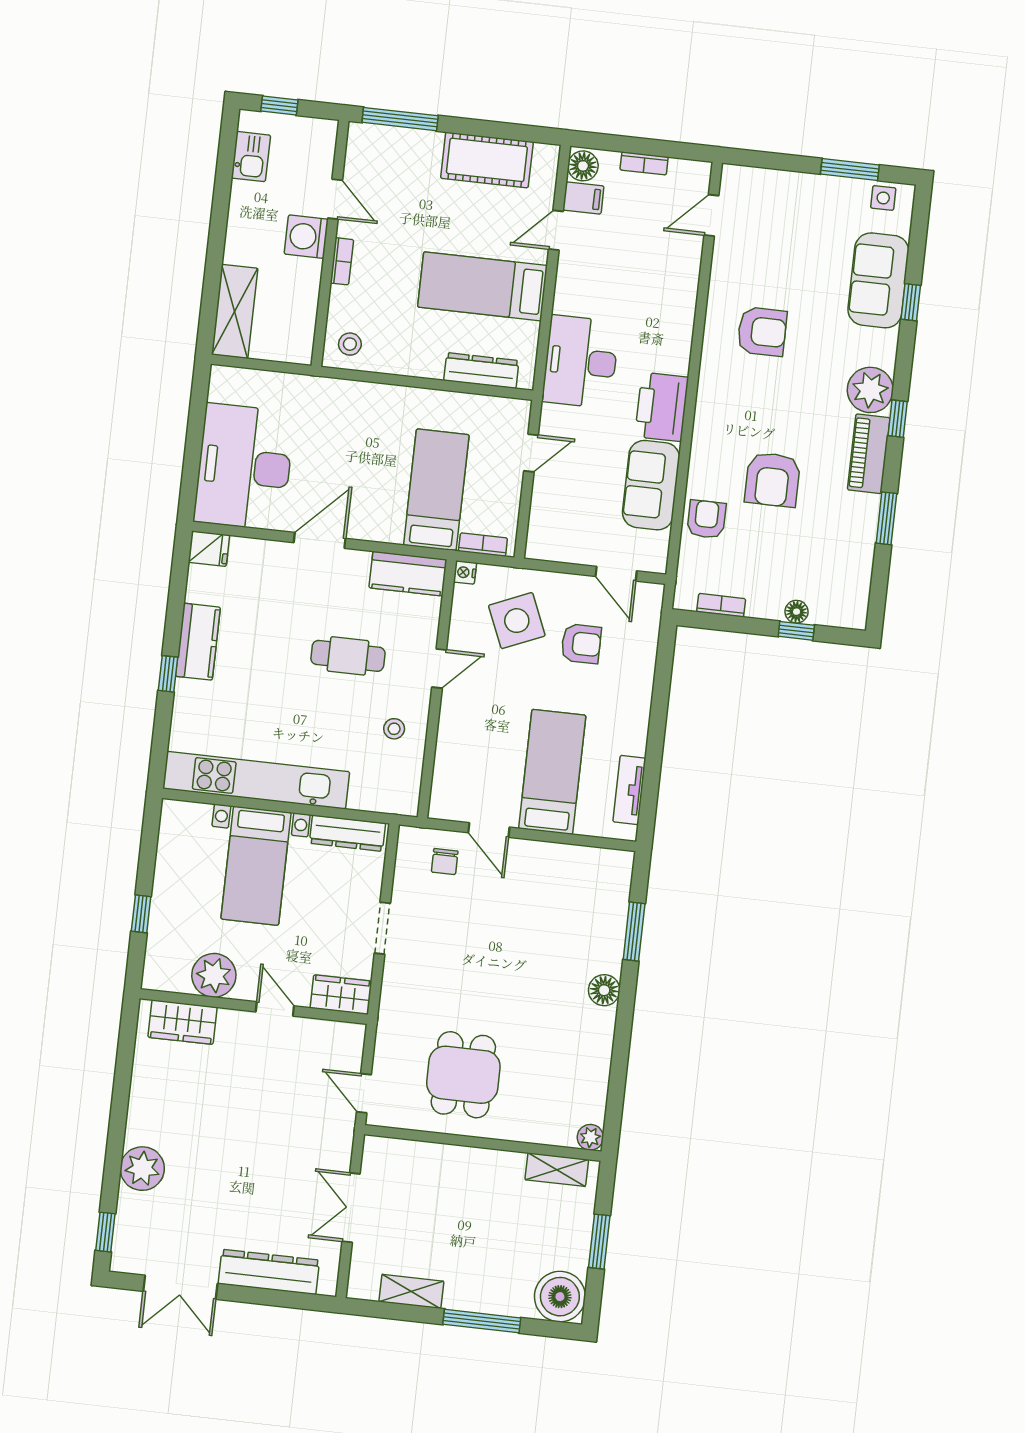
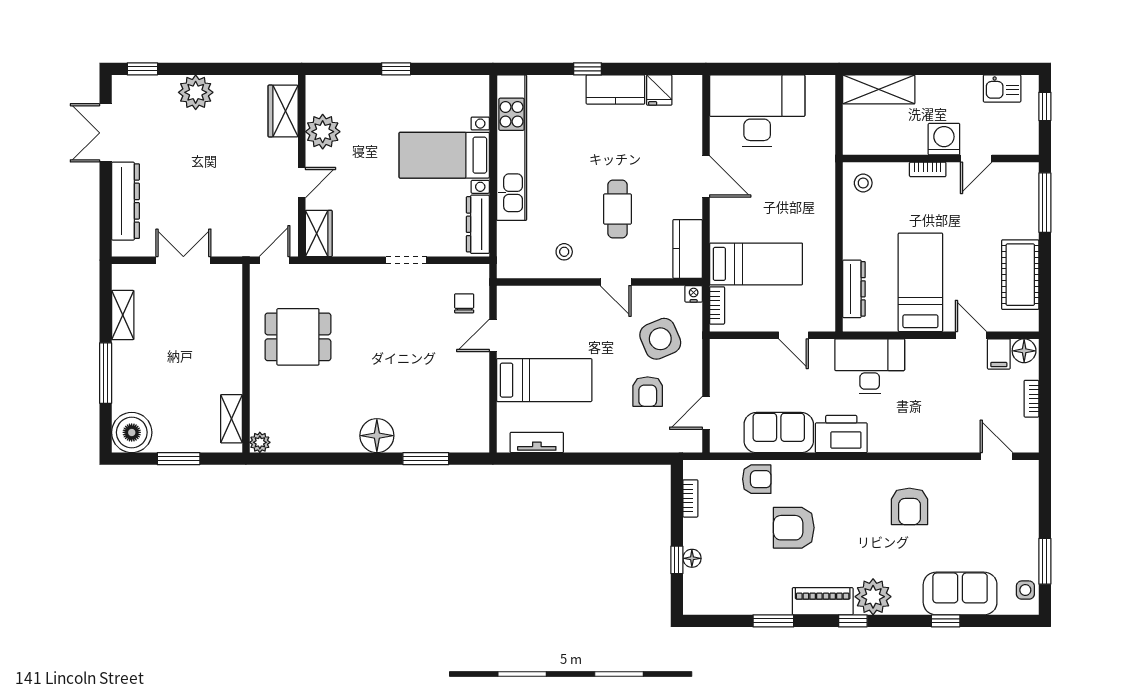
fridge: (209, 549) -> (659, 90), moved
chair: (445, 862) -> (464, 303), turned 90
plant: (214, 975) -> (323, 132), moved
floor lamp: (604, 990) -> (377, 436), width x1.38, depth x1.38
wardrobe: (341, 995) -> (319, 233), moved
wall: (254, 1007) -> (302, 166), moved
door: (275, 1009) -> (302, 183), moved
wardrobe: (182, 1022) -> (283, 111), moved

